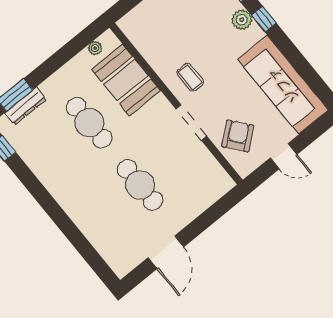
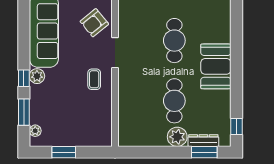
plant: (242, 20) -> (37, 76), moved
plant: (95, 48) -> (177, 137), moved, width x1.88, depth x1.88
booth: (126, 80) -> (216, 66), moved

